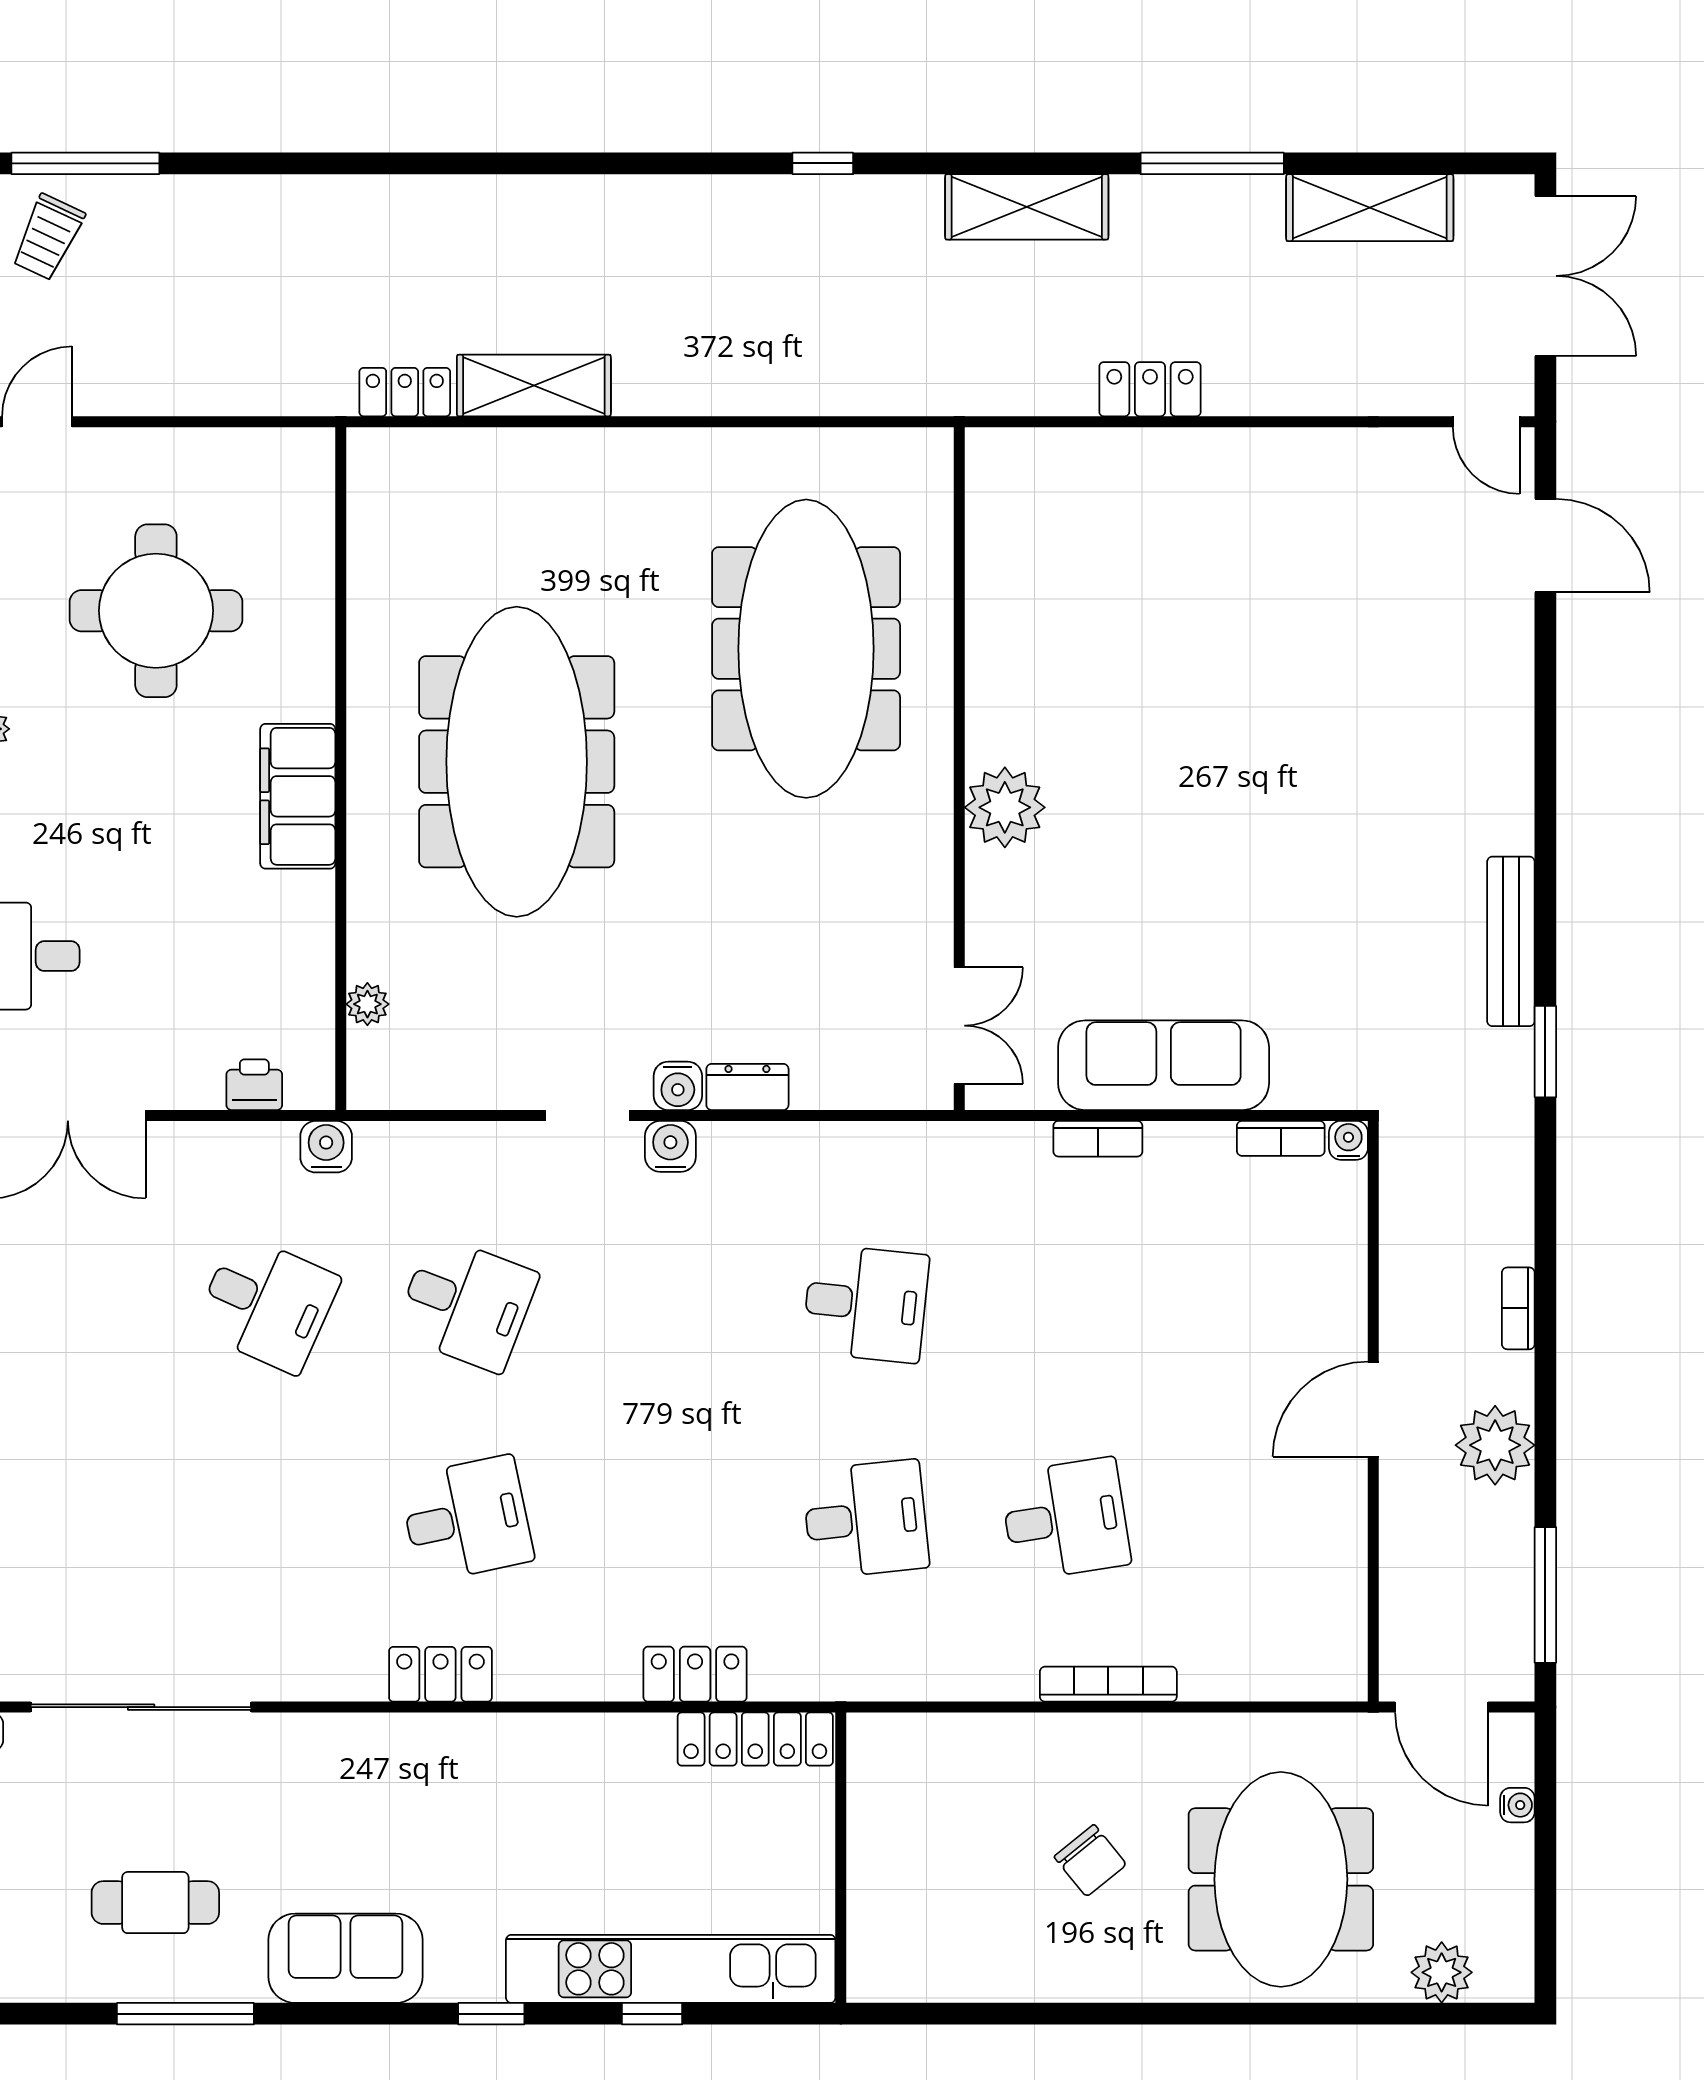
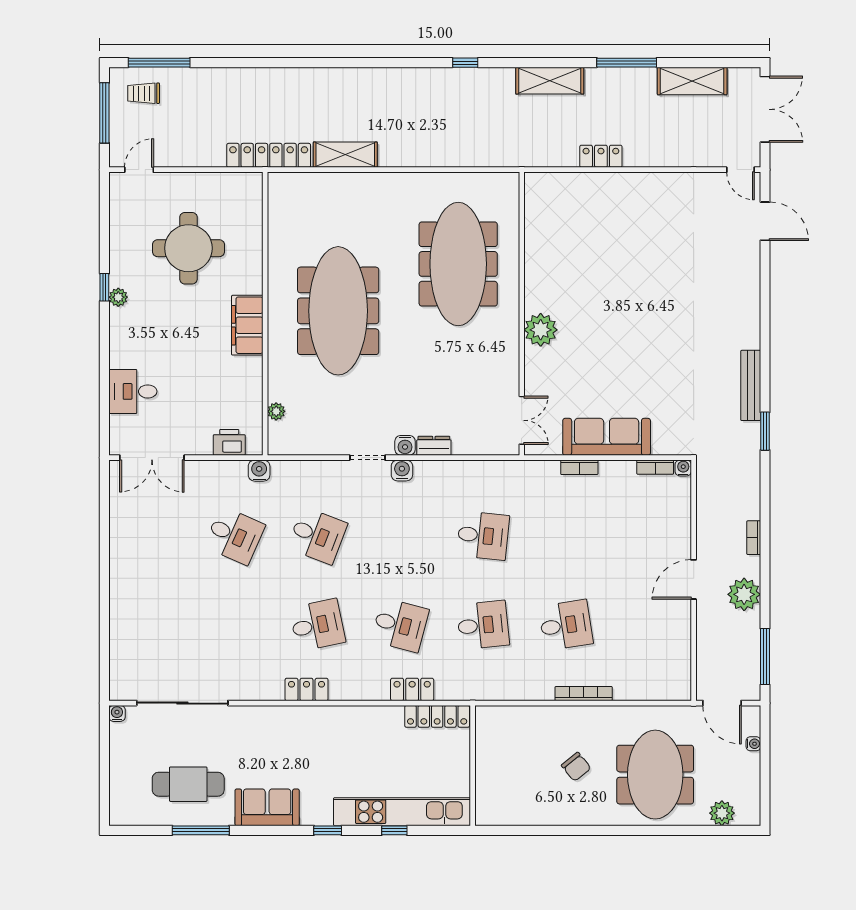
trolley: (48, 237) -> (144, 93), turned 65
locker: (405, 392) -> (269, 155), width x2.16, depth x1.21
printer: (254, 1085) -> (229, 442), width x1.36, depth x1.24
desk: (666, 1519) -> (400, 625), added
cafe table: (155, 1903) -> (188, 784), width x1.37, depth x1.35

